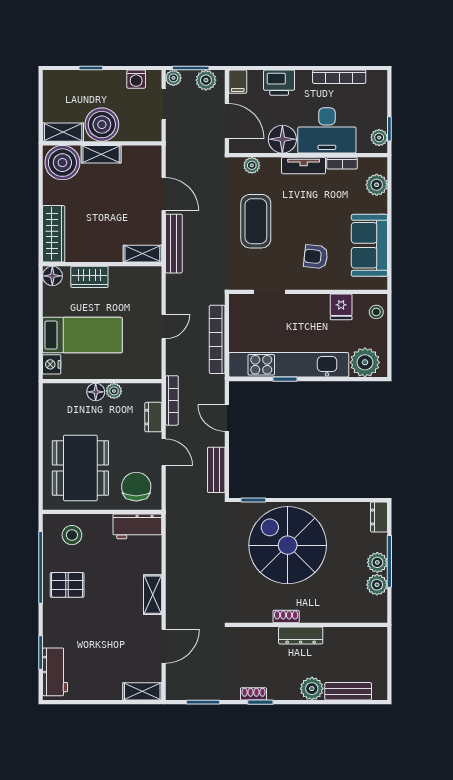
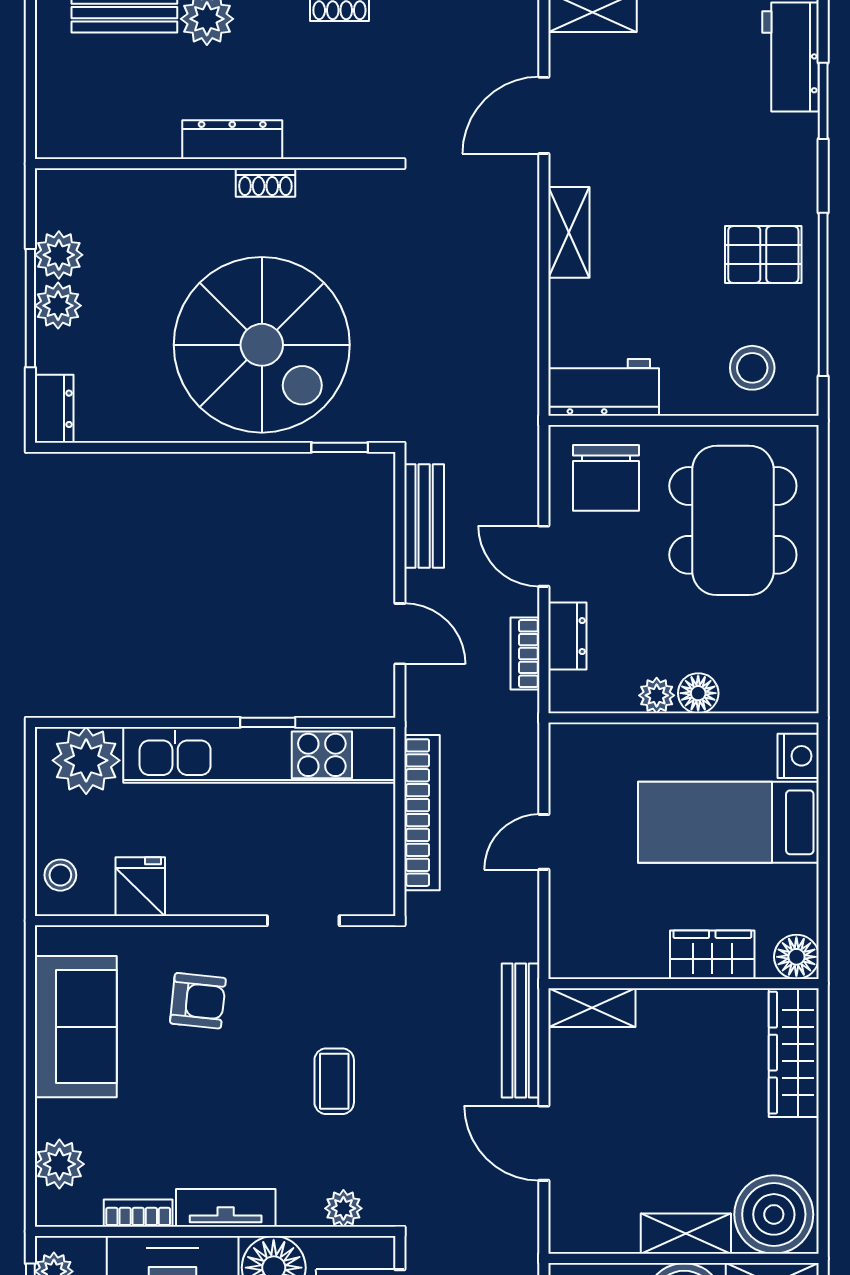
coffee table: (256, 221) -> (334, 1081), width x0.54, depth x0.58
bookcase: (172, 400) -> (525, 654), width x0.64

